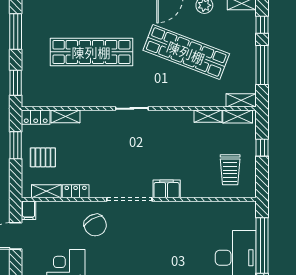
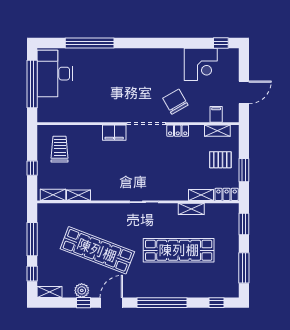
shelving: (241, 100) -> (191, 209), moved
locker: (76, 191) -> (178, 131), moved
filing cabinet: (29, 210) -> (216, 114), moved

